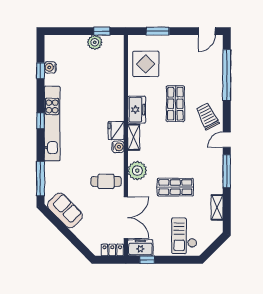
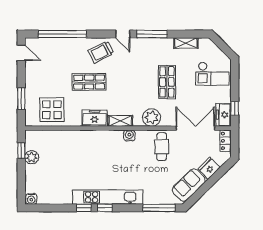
water cooler: (50, 67) -> (31, 199), moved
window: (40, 71) -> (84, 208), moved
fridge: (116, 131) -> (209, 168), moved, turned 136

